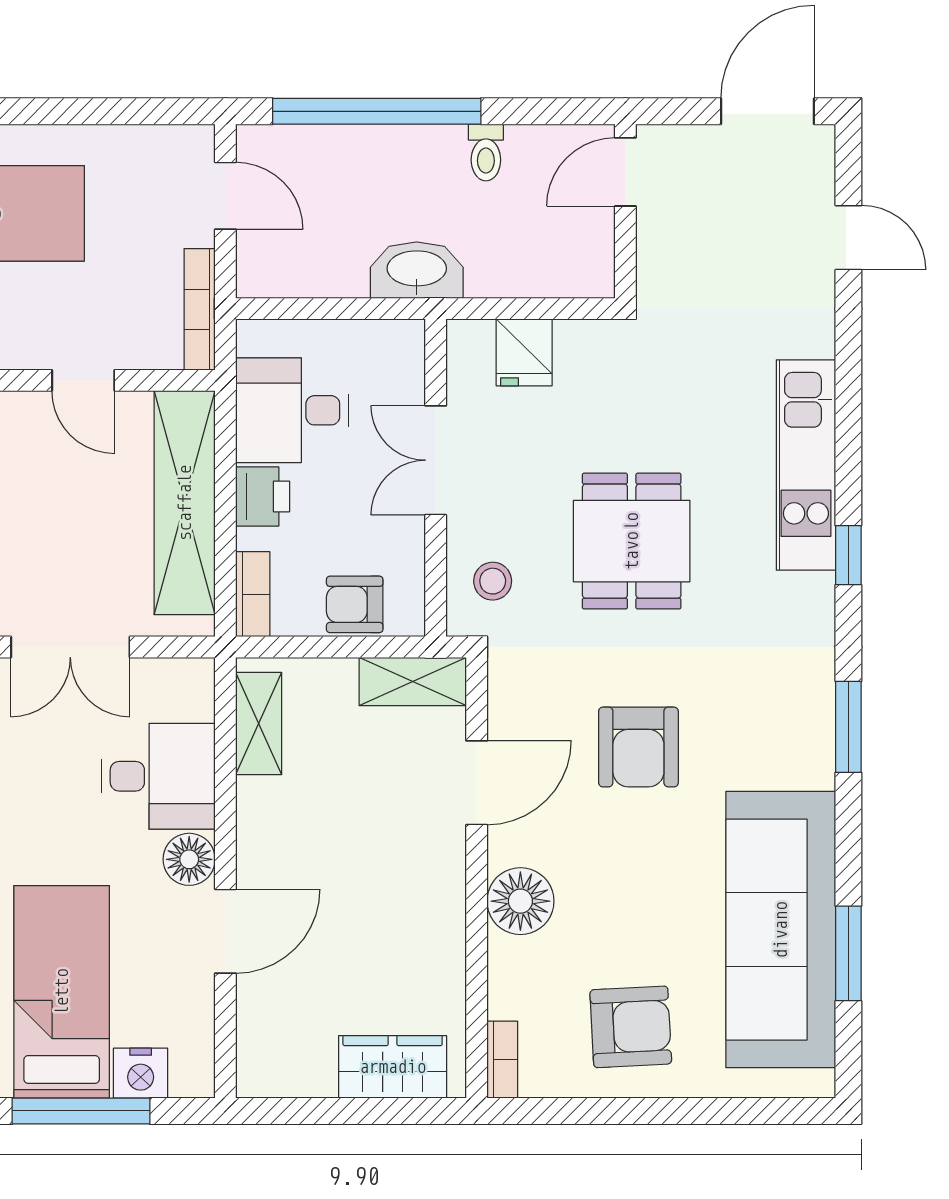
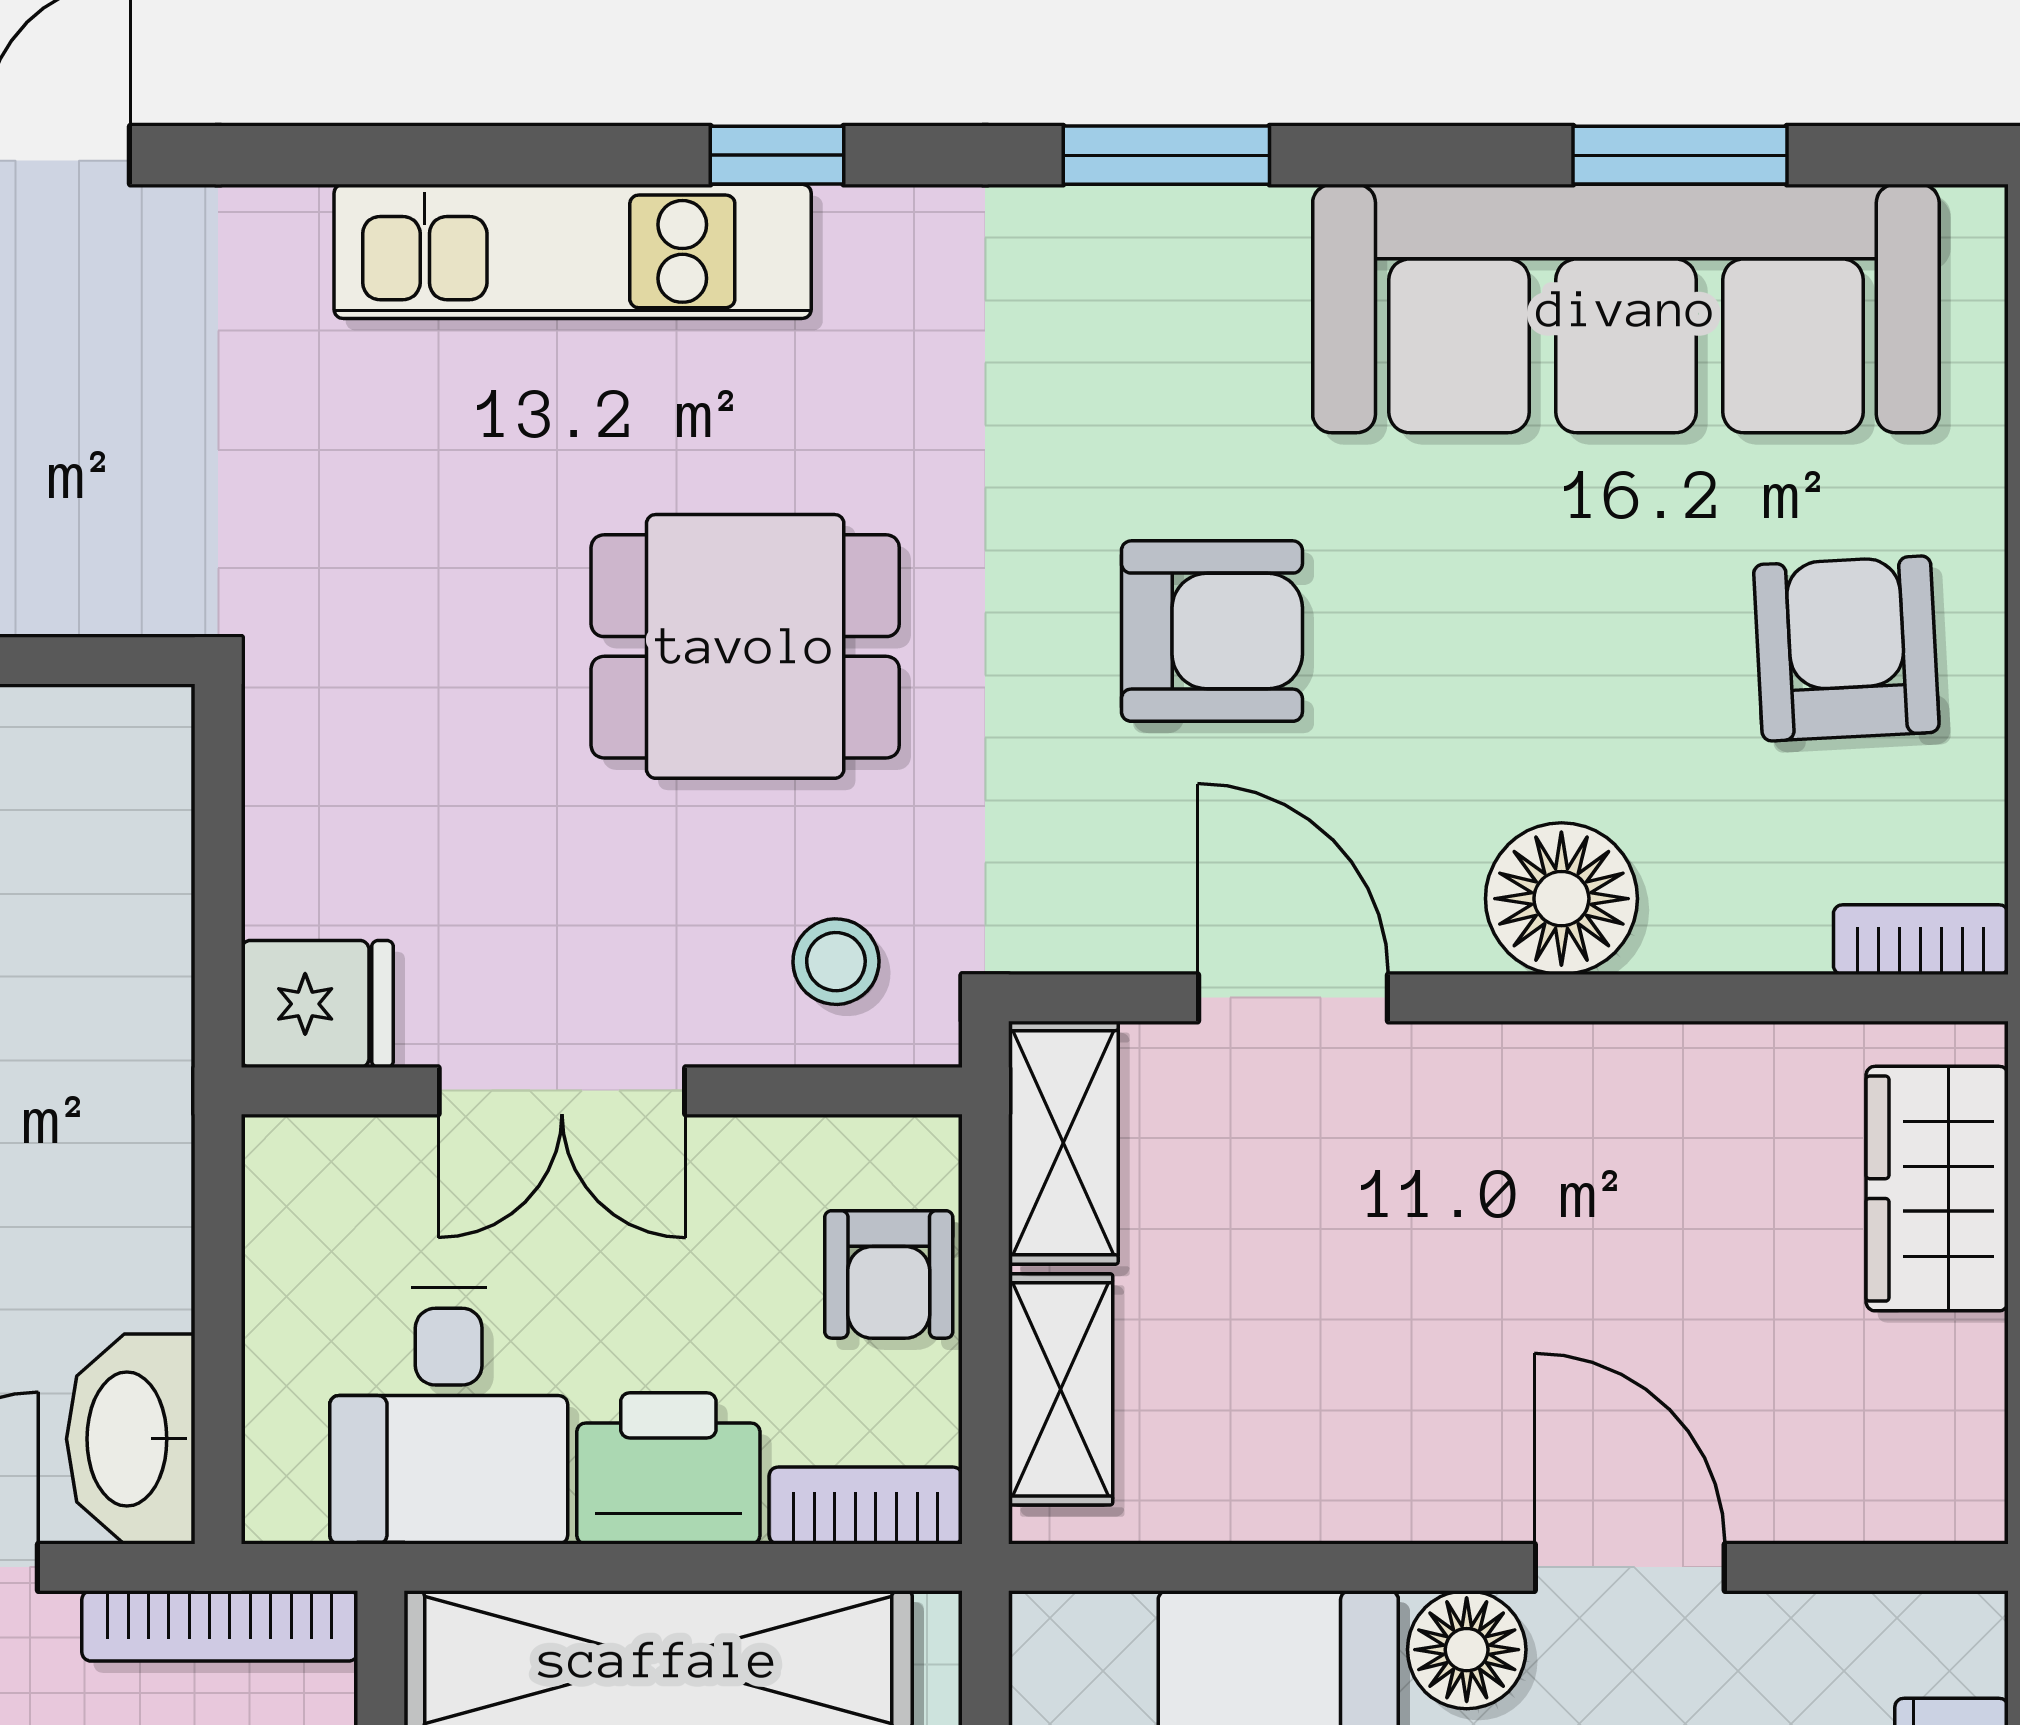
washbasin: (417, 270) -> (131, 1439), moved
fridge: (524, 352) -> (317, 1004), moved
printer: (263, 496) -> (668, 1468), width x1.36, depth x1.24
shelving: (259, 724) -> (1061, 1389), moved, turned 90

